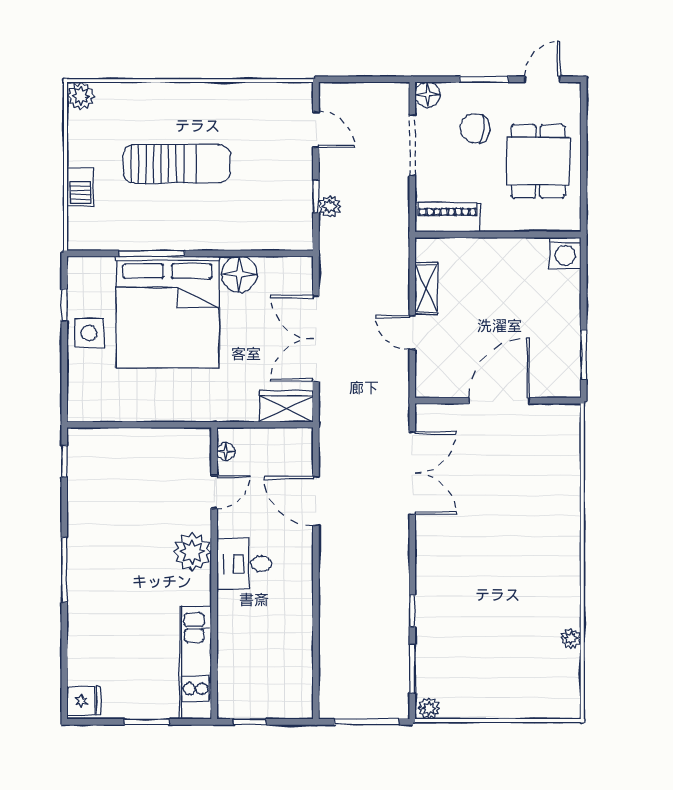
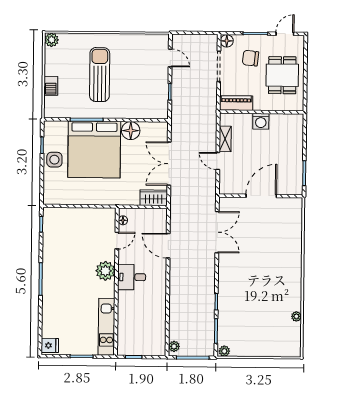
sun lounger: (177, 164) -> (100, 75), turned -90
plant: (330, 206) -> (174, 346), moved
washing machine: (565, 253) -> (261, 121), moved

